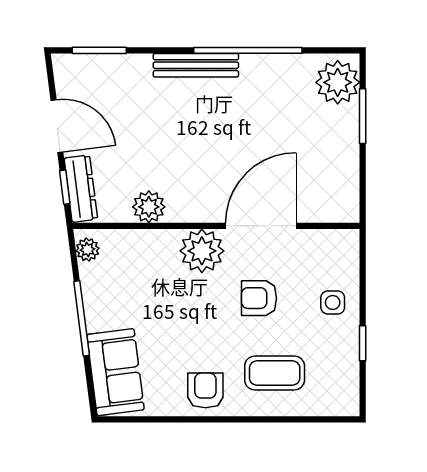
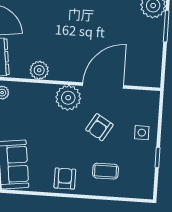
armchair: (259, 298) -> (99, 127), turned -59
coffee table: (275, 373) -> (106, 171), width x0.73, depth x0.77

